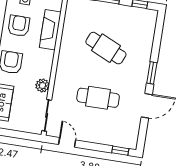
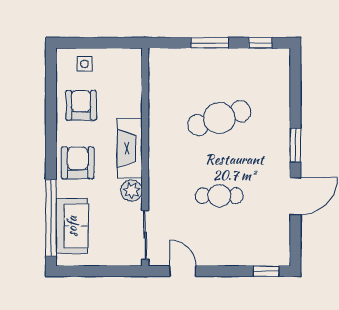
fireplace: (50, 30) -> (130, 148), moved
cafe table: (106, 48) -> (219, 118), turned -42
cafe table: (98, 98) -> (219, 196), width x0.73, depth x0.74

